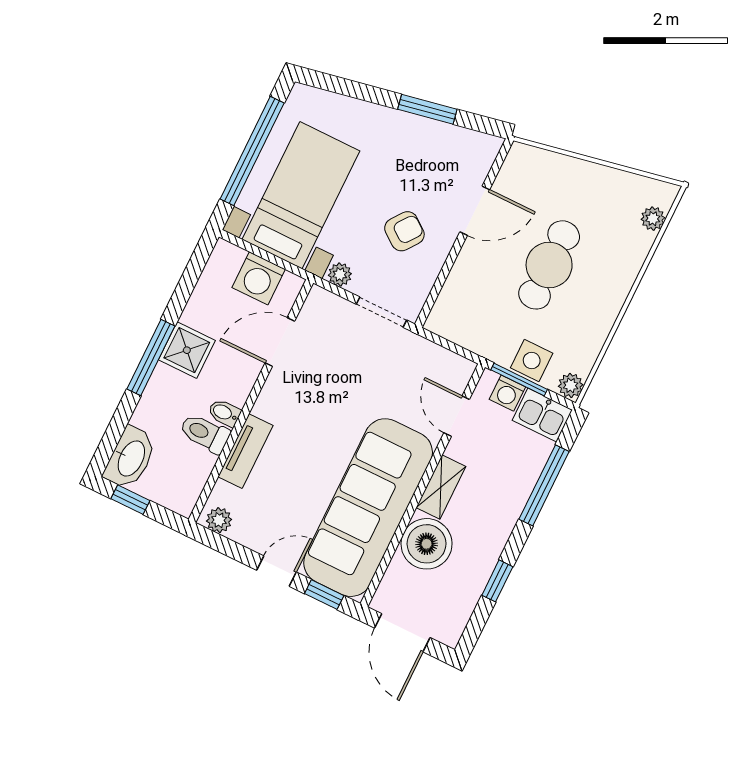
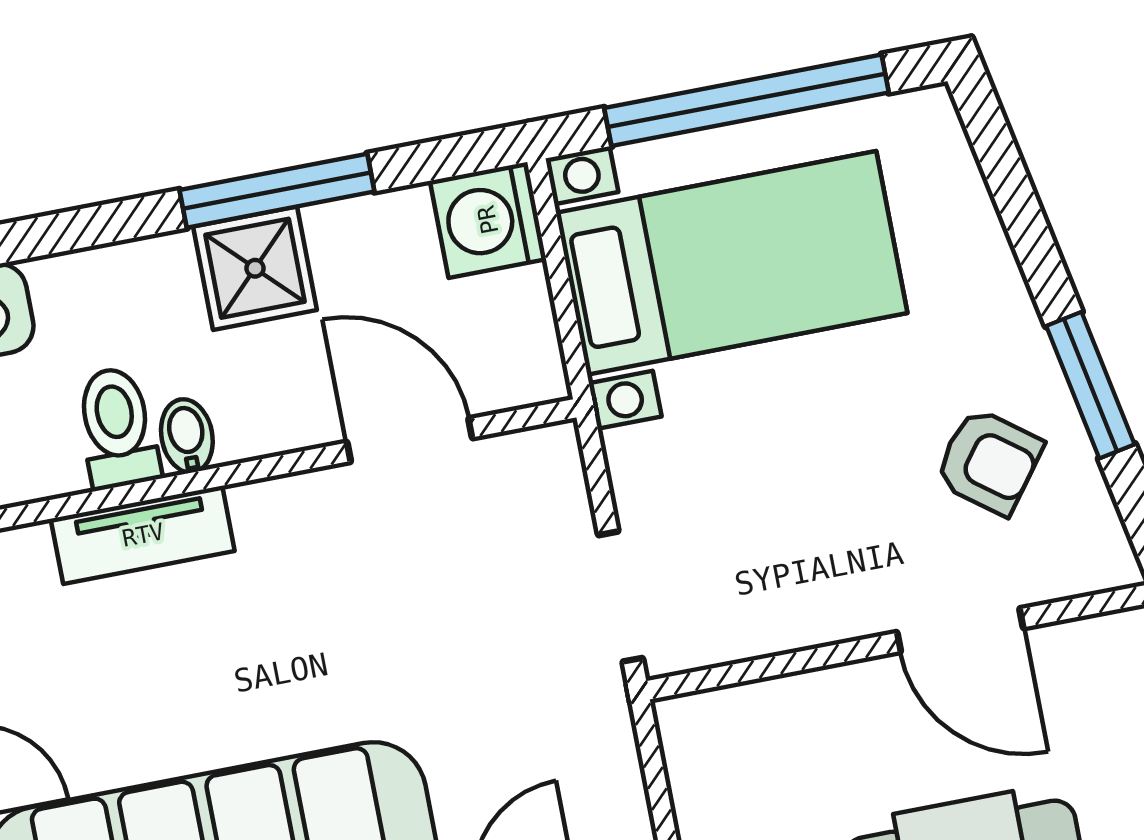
armchair: (404, 231) -> (989, 461), moved
plant: (340, 274) -> (633, 458), removed
washing machine: (259, 278) -> (488, 220), moved
window: (151, 358) -> (277, 191), moved

